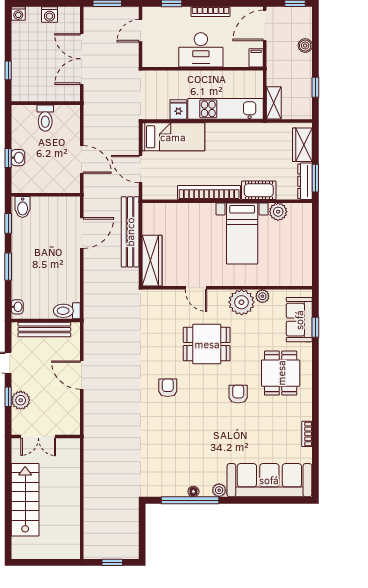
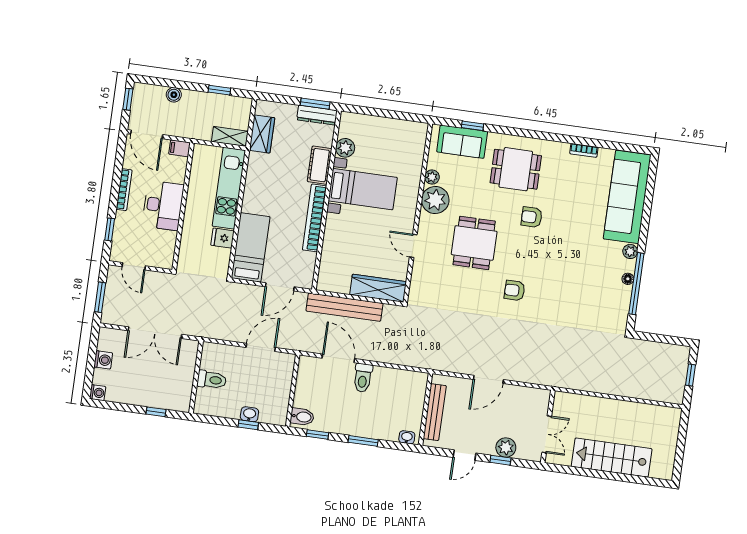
wardrobe: (302, 145) -> (262, 134), moved, turned -90
door: (196, 288) -> (413, 246), swing flipped
toilet: (67, 311) -> (363, 378), moved

